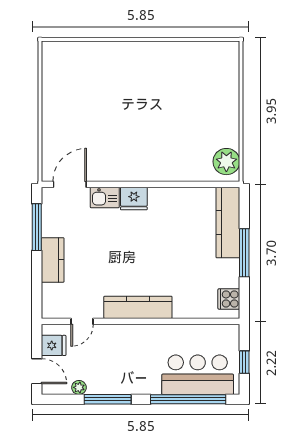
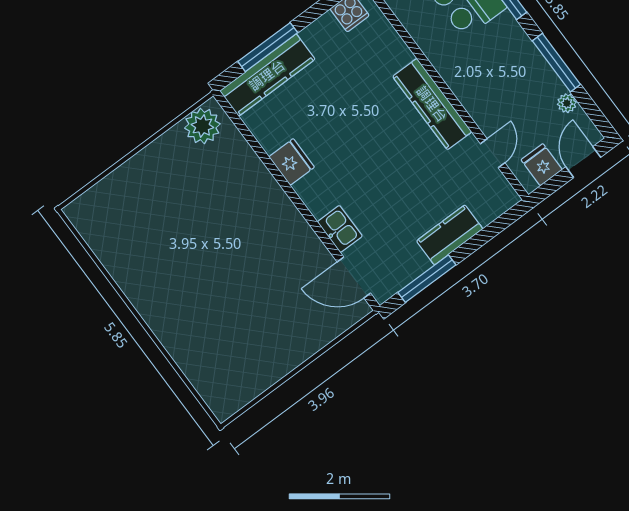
fridge: (134, 199) -> (292, 162), moved
window: (244, 253) -> (268, 47), moved
door: (82, 321) -> (493, 153), hinge flipped

